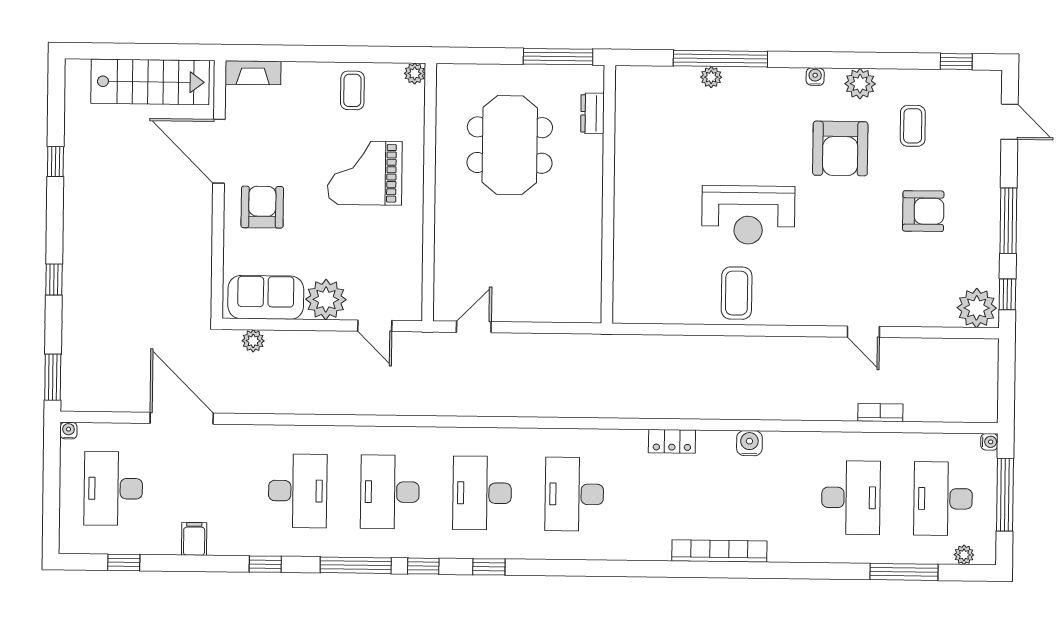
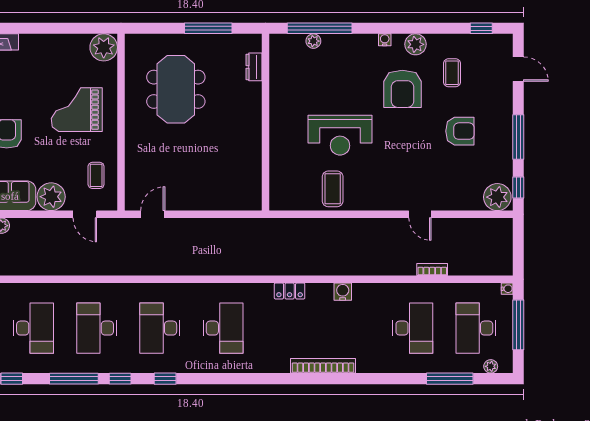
plant: (415, 73) -> (104, 47), width x1.88, depth x1.88
coffee table: (352, 90) -> (96, 175), moved
dresser: (592, 113) -> (254, 67), moved
wall: (608, 194) -> (265, 122), moved
desk: (574, 494) -> (223, 328), turned 180

